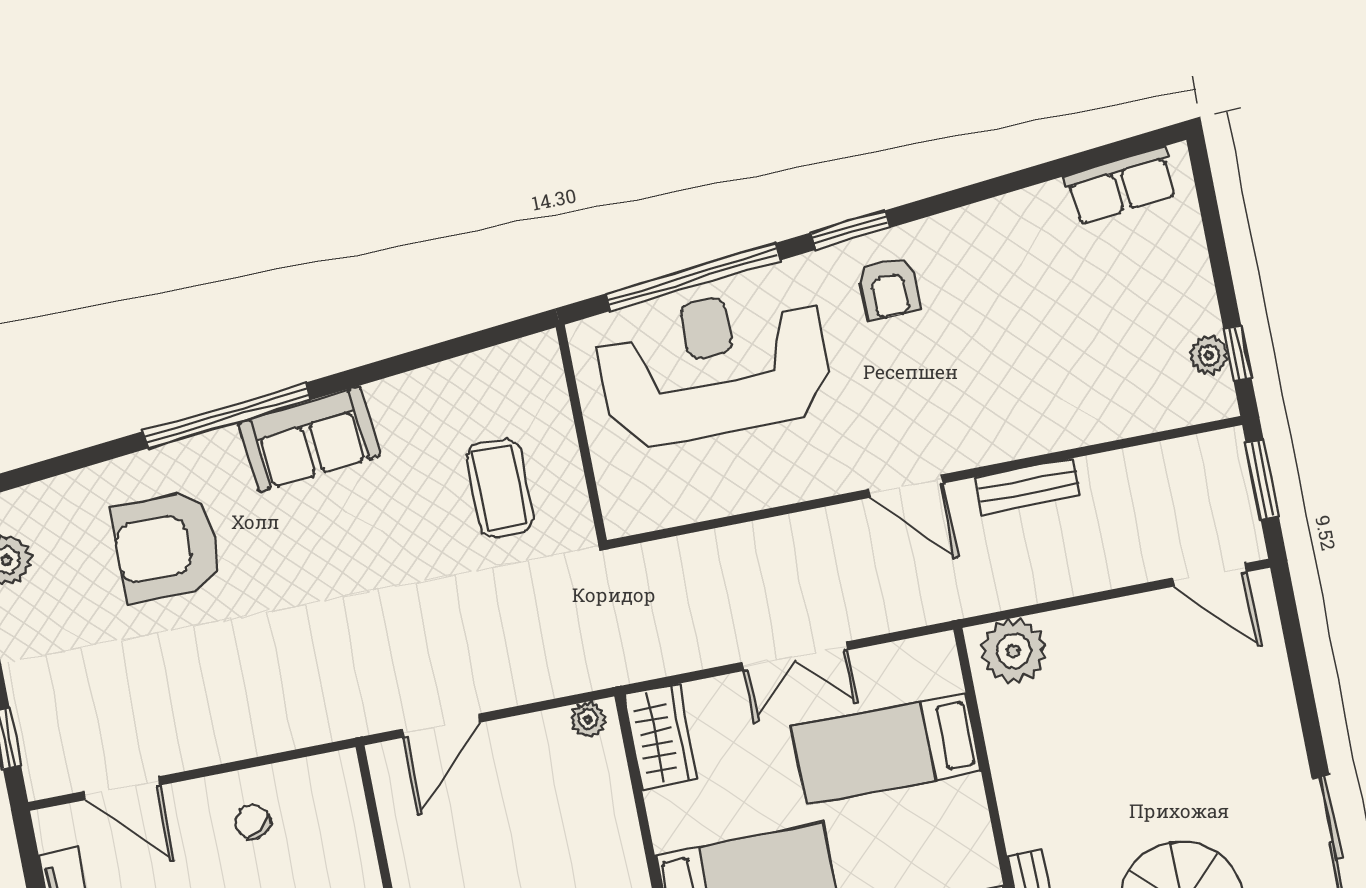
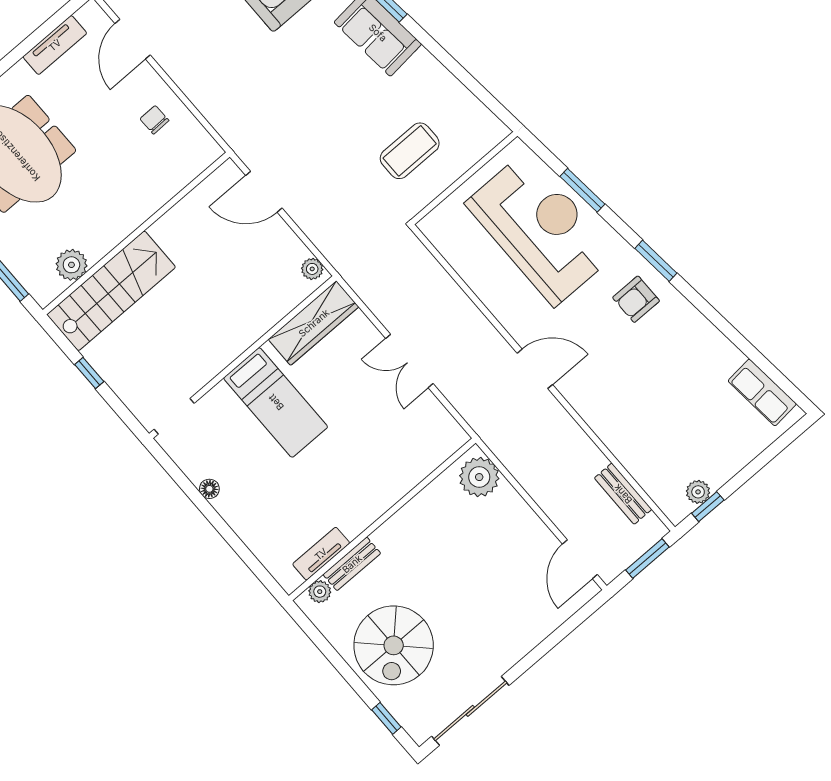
window: (693, 277) -> (582, 190), width x0.47
door: (906, 486) -> (535, 369), swing flipped
bench: (1028, 486) -> (623, 494), moved
wardrobe: (660, 737) -> (314, 323), width x1.50
bed: (886, 749) -> (387, 438), removed
chair: (252, 822) -> (154, 120), turned -55

